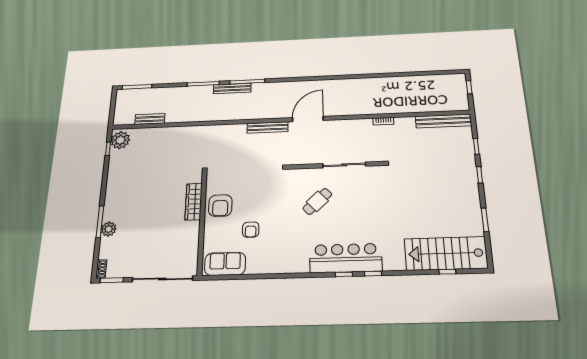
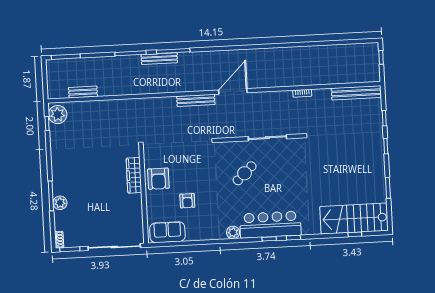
plant: (301, 266) -> (233, 232), added

